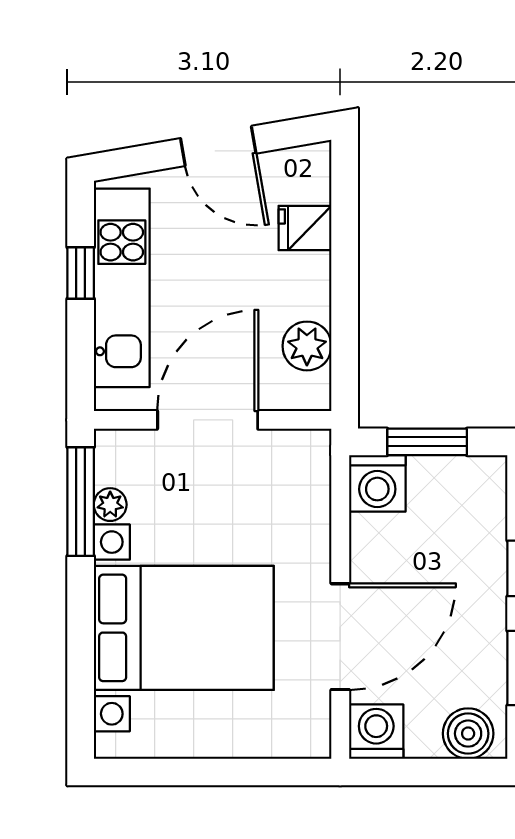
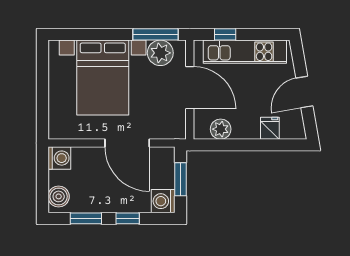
window: (81, 273) -> (225, 34), moved
washing machine: (377, 483) -> (163, 201), moved
plant: (110, 505) -> (160, 53), width x1.87, depth x1.87
door: (340, 637) -> (127, 143), moved

